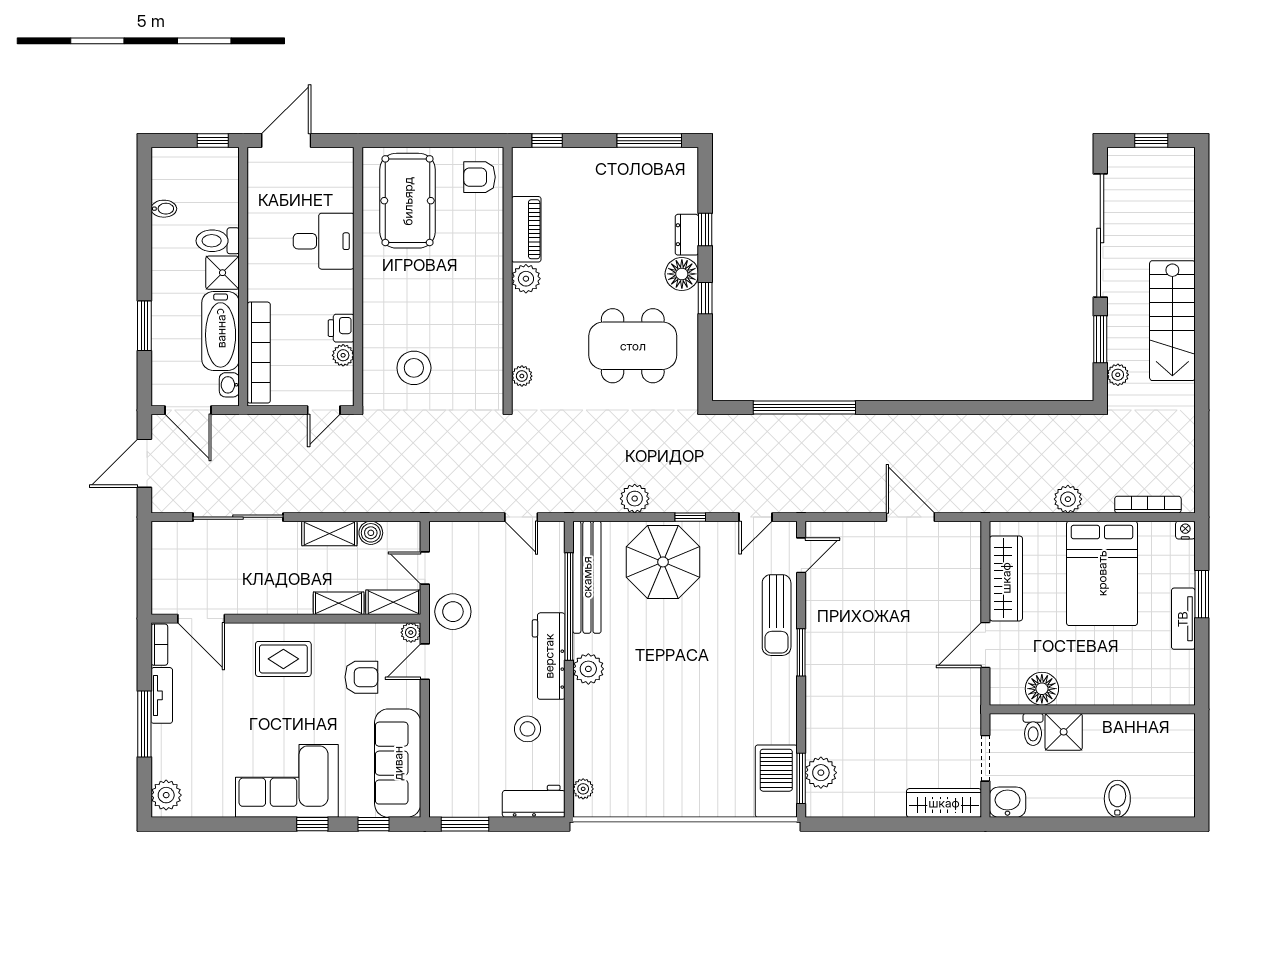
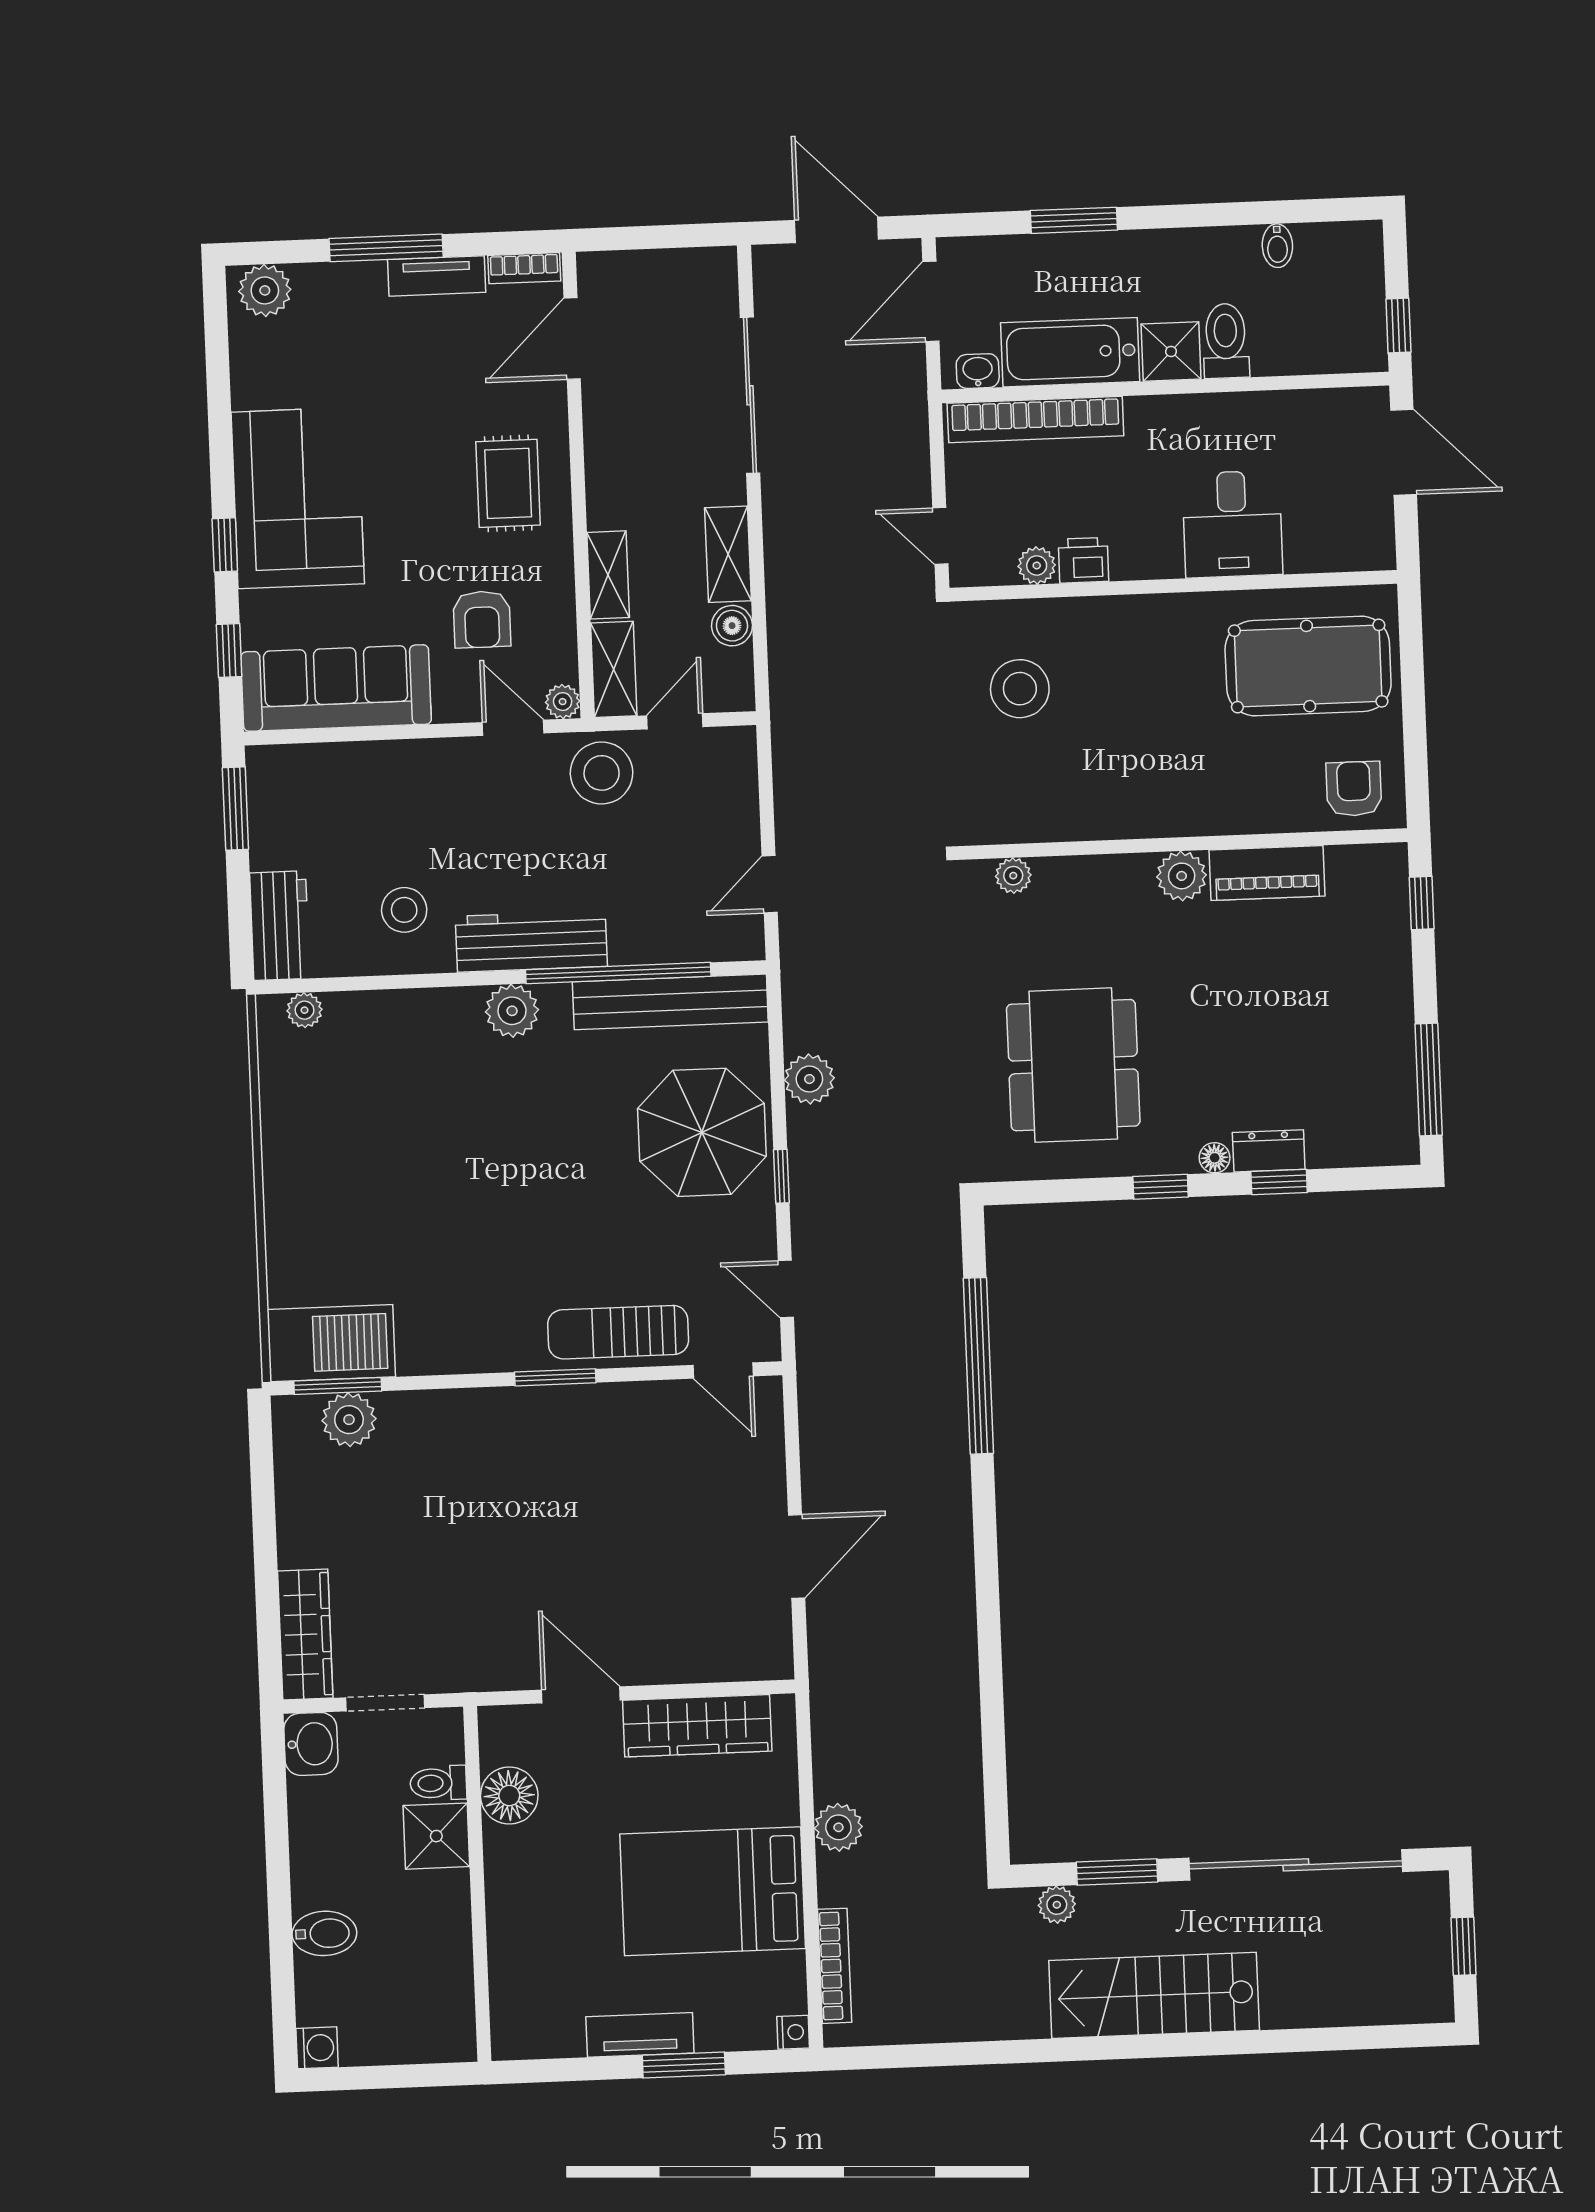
floor lamp: (682, 274) -> (1215, 1158), width x0.53, depth x0.53
washing machine: (1183, 806) -> (317, 2048), added

